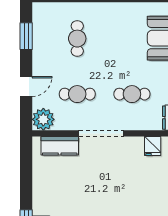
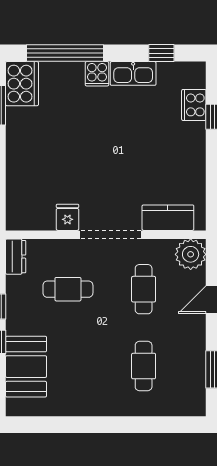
cafe table: (77, 94) -> (144, 289), turned 90
fridge: (153, 146) -> (67, 217), moved

